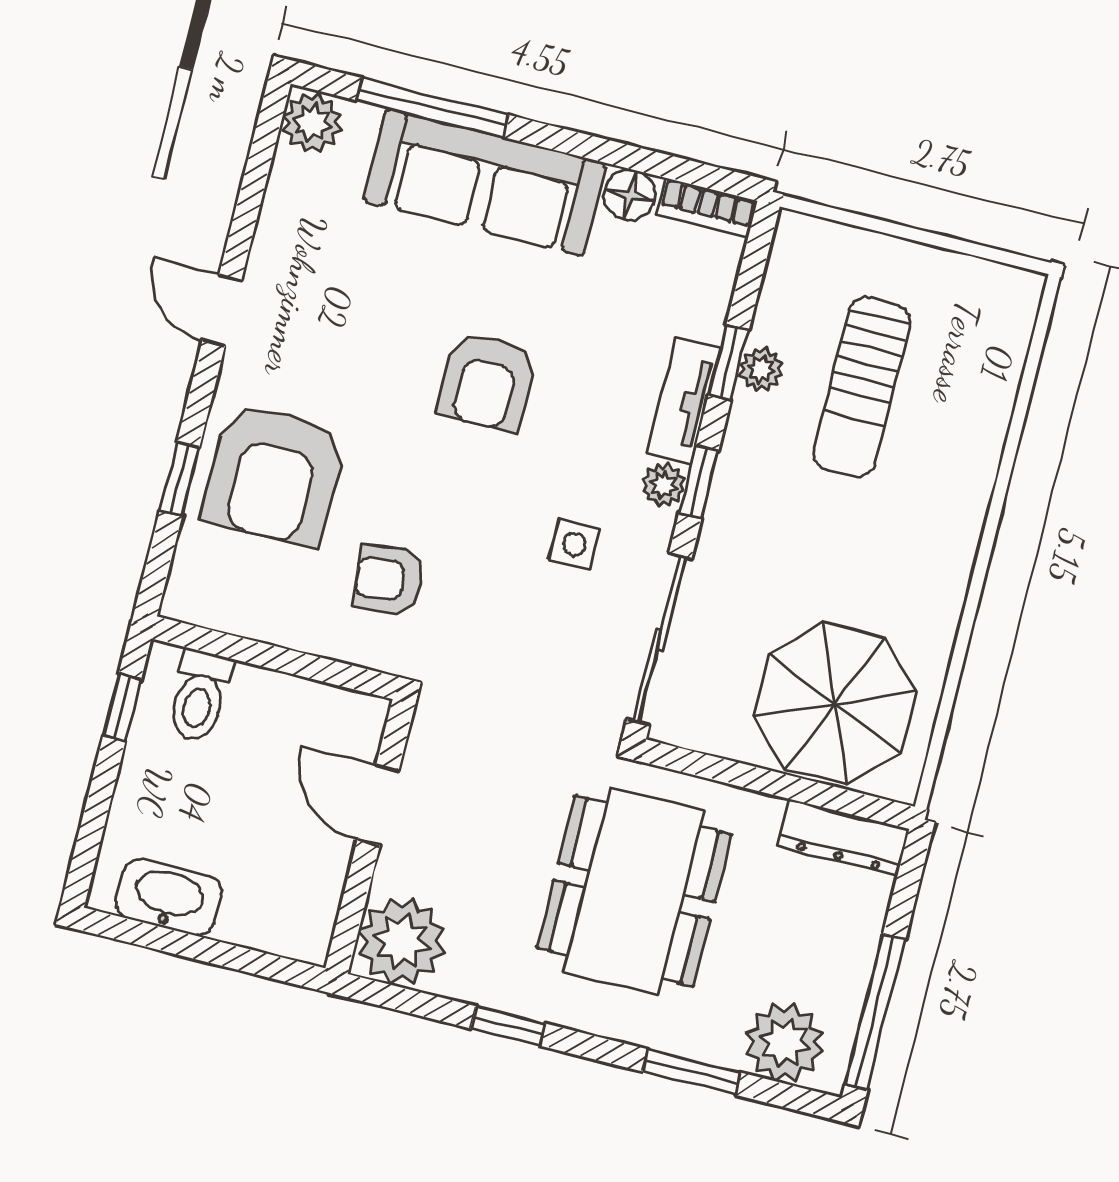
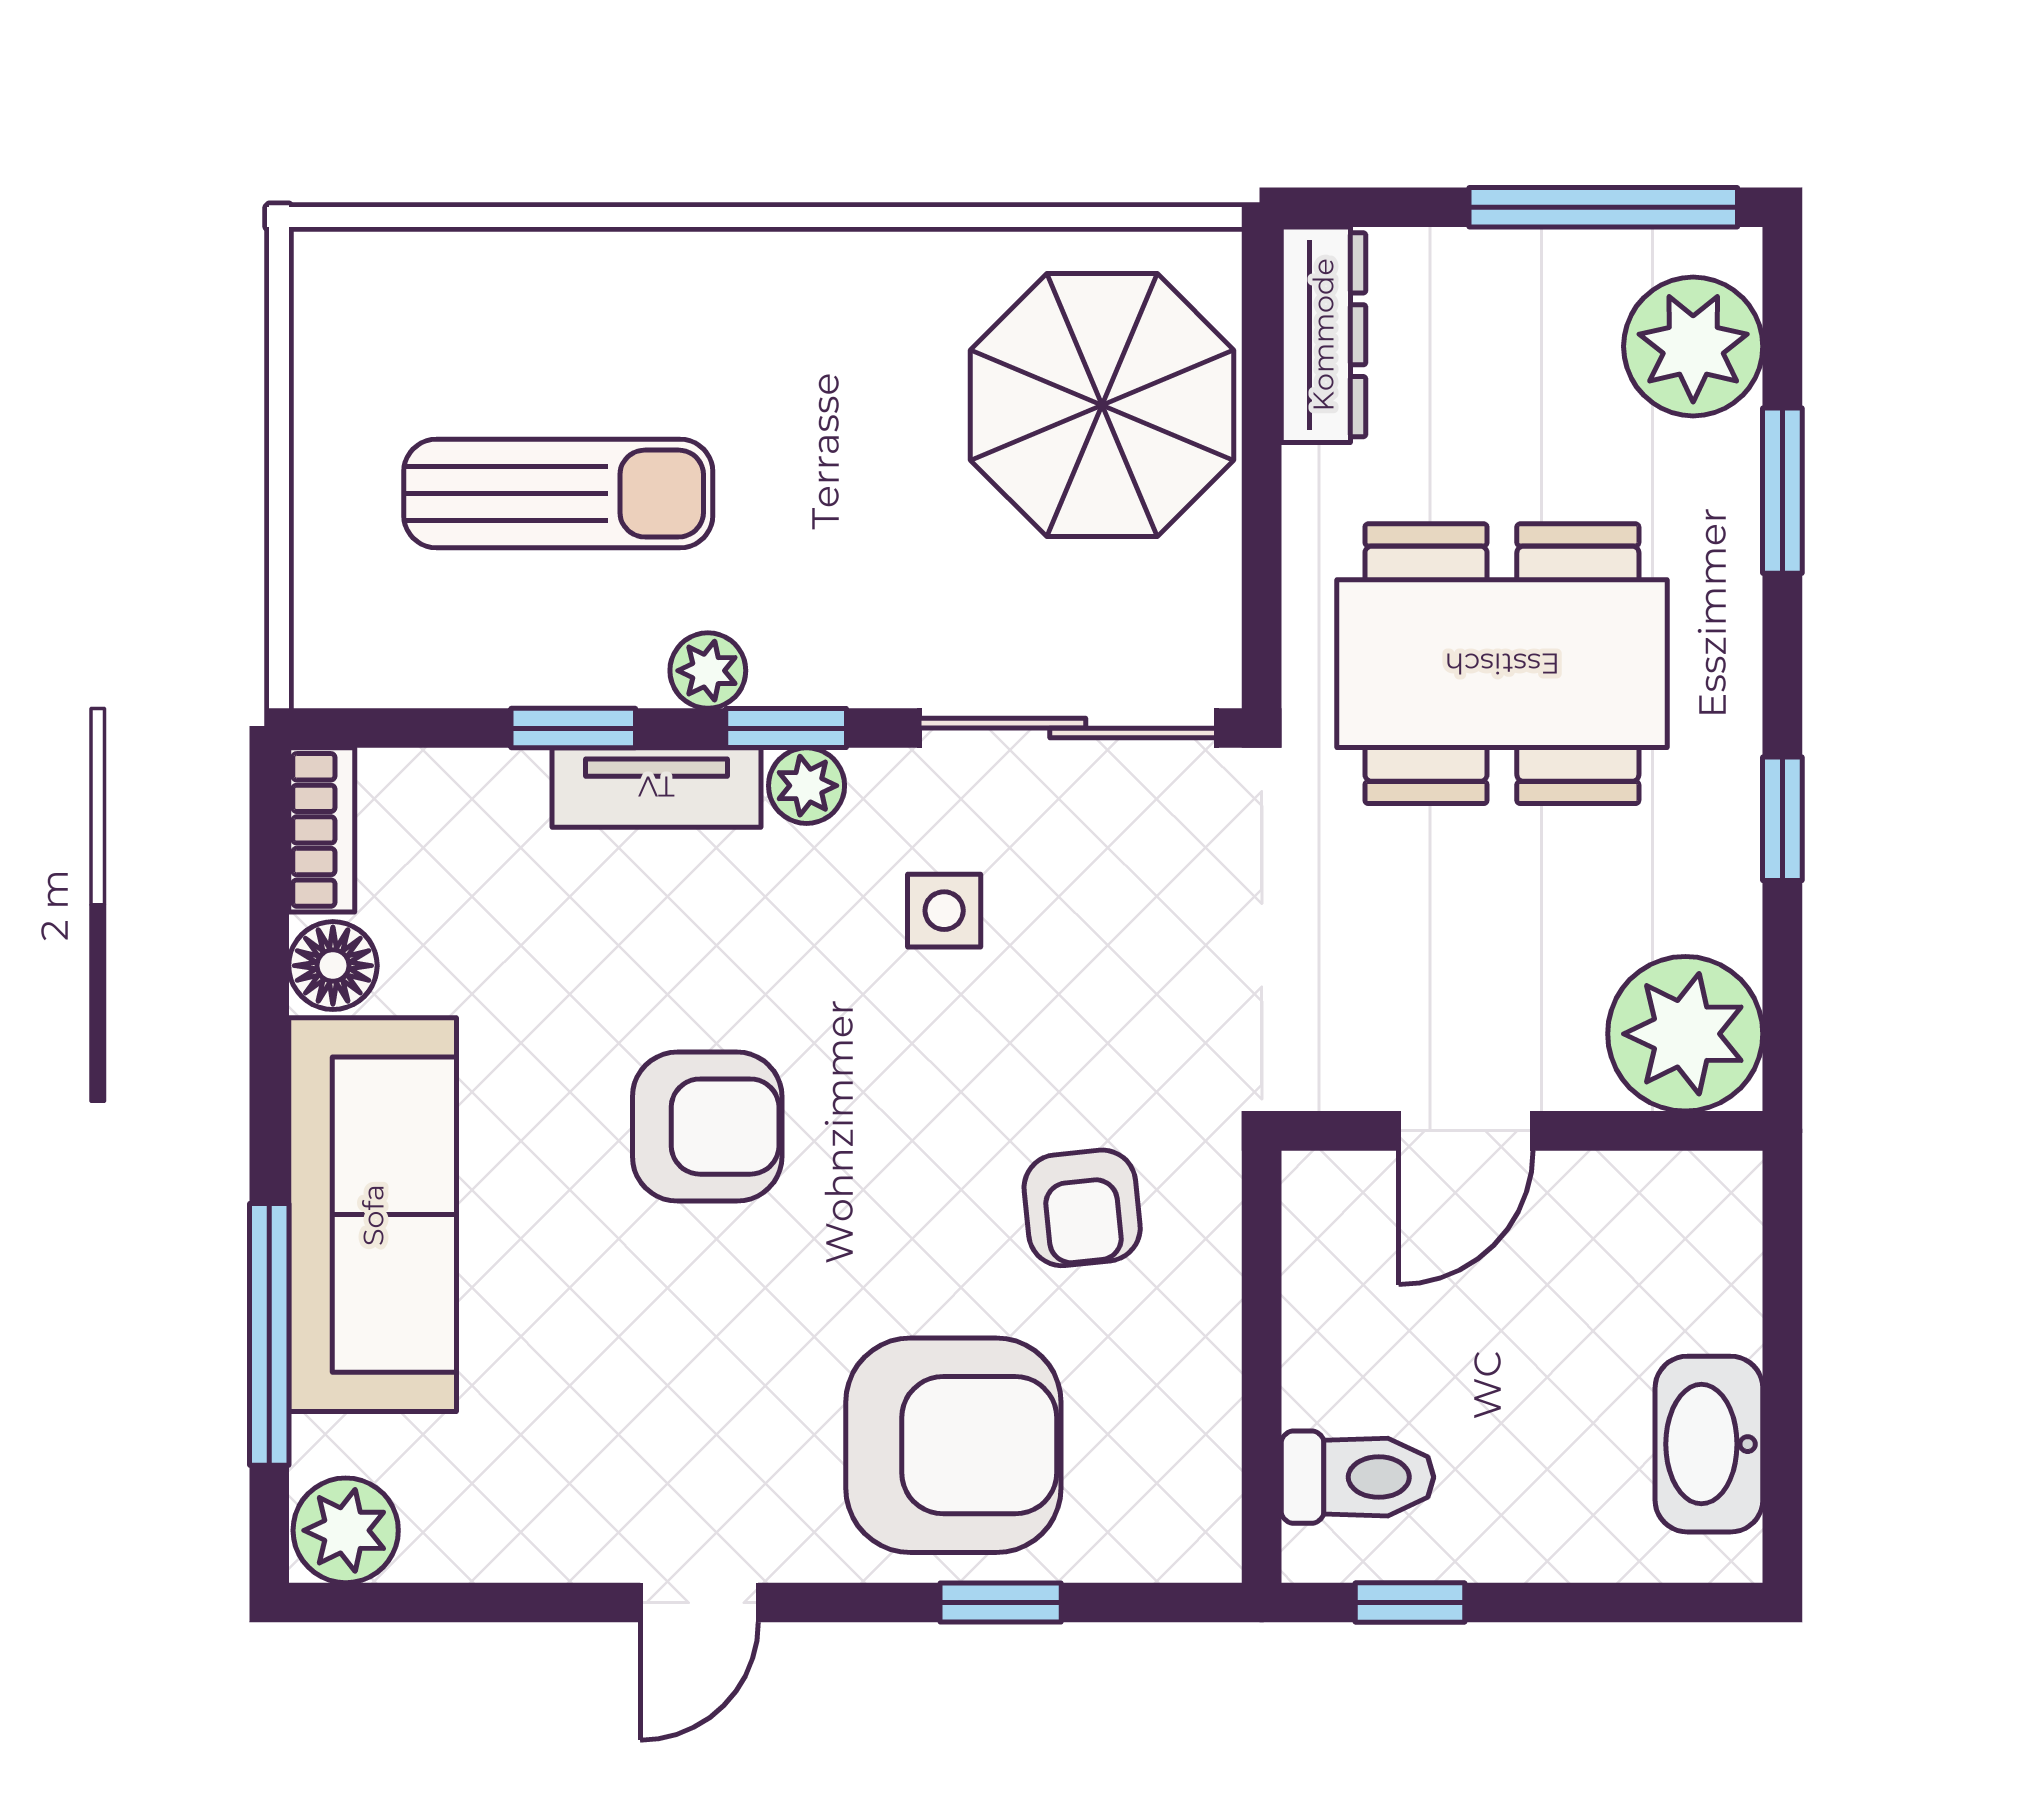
plant: (761, 369) -> (708, 671), moved

